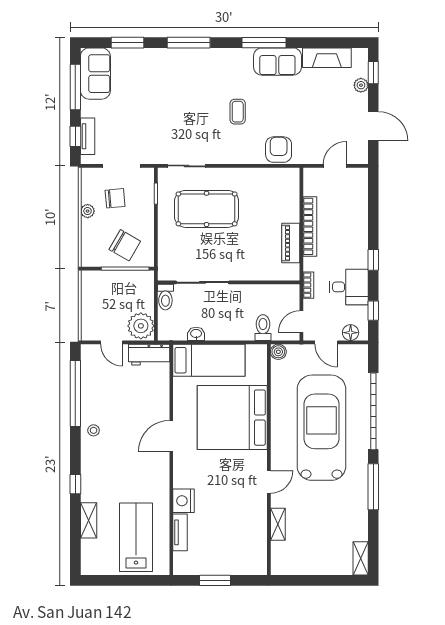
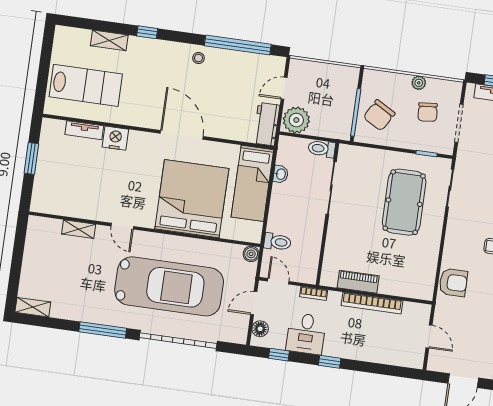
door: (171, 436) -> (182, 135), width x1.36

